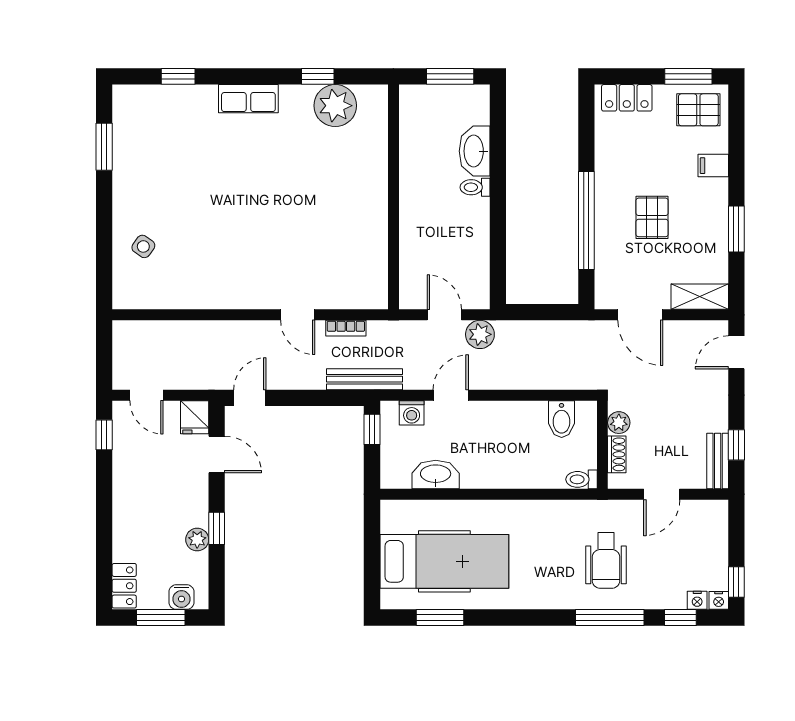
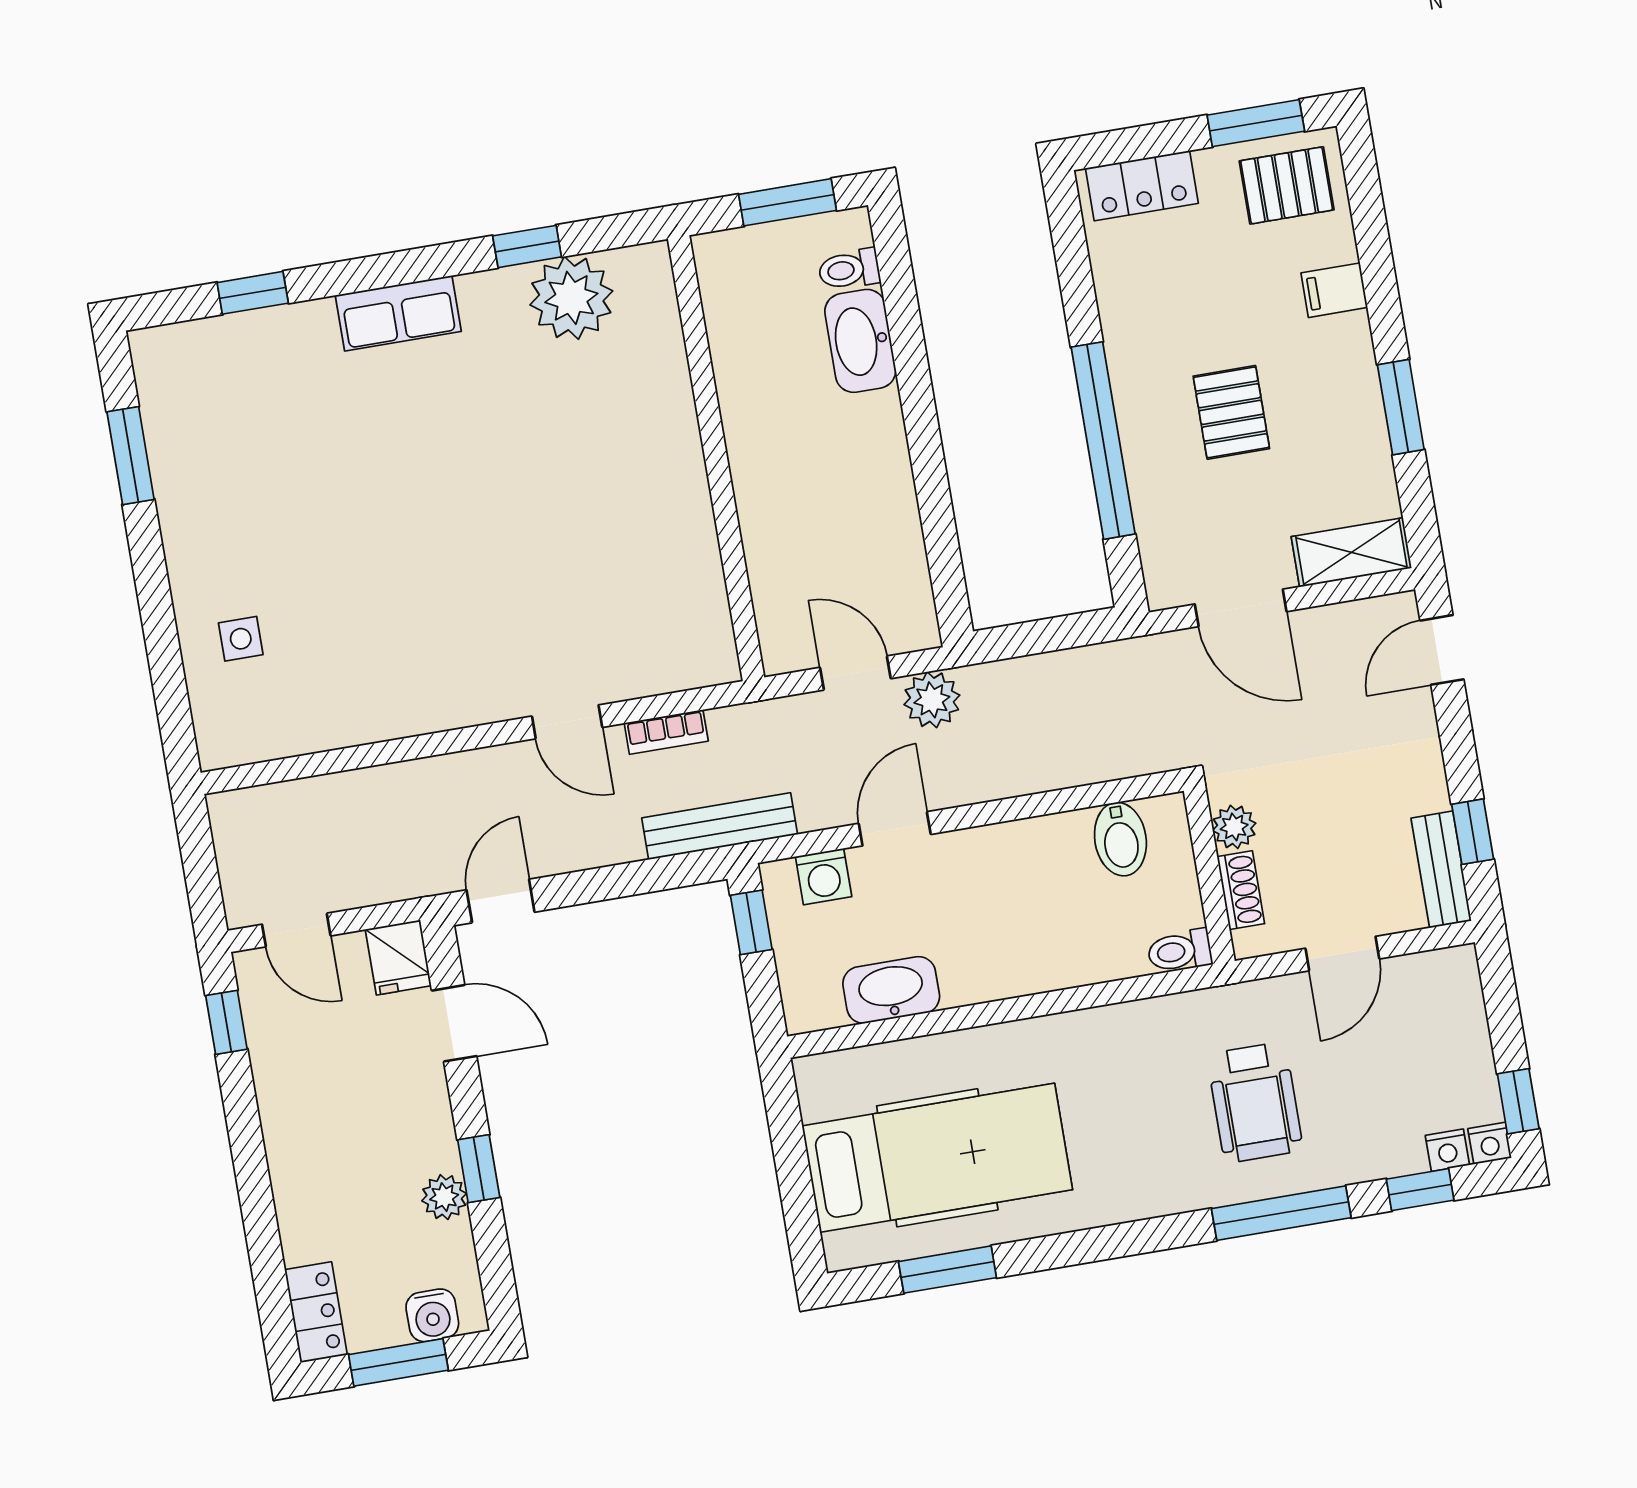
toilet: (475, 187) -> (849, 269), moved
side table: (143, 246) -> (241, 639), turned -35

